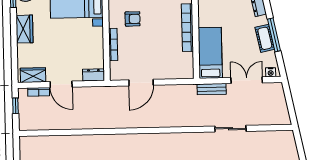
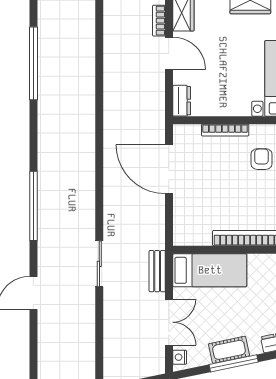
armchair: (133, 19) -> (261, 159), turned 180
door: (141, 83) -> (169, 169), width x1.36
door: (61, 84) -> (169, 53), swing flipped
sliding door: (230, 129) -> (99, 264), moved

